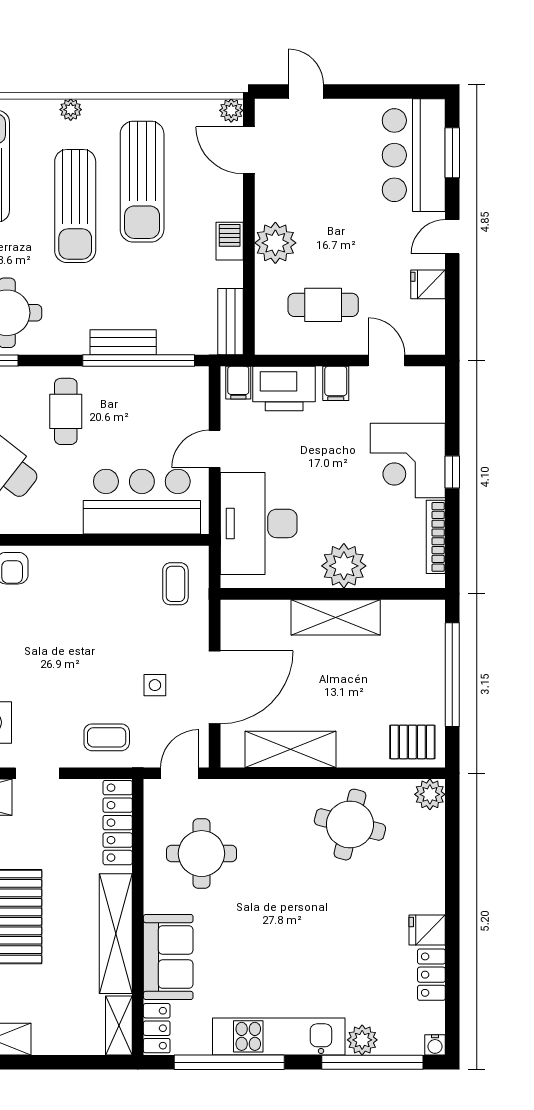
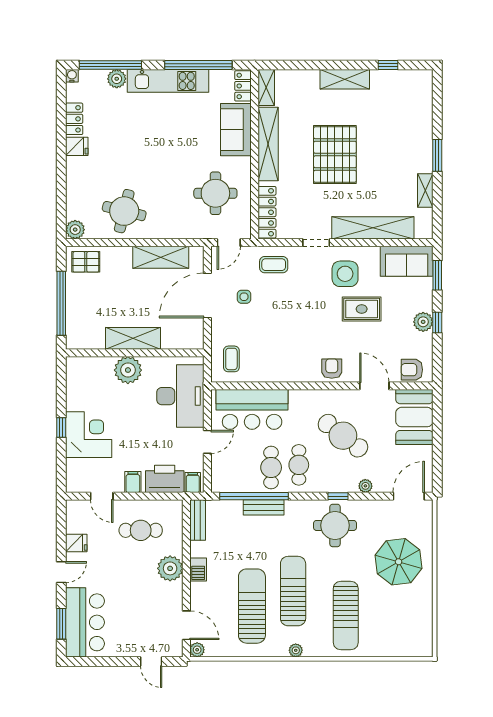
cafe table: (111, 407) -> (271, 467), added
bookcase: (436, 537) -> (71, 388), removed

